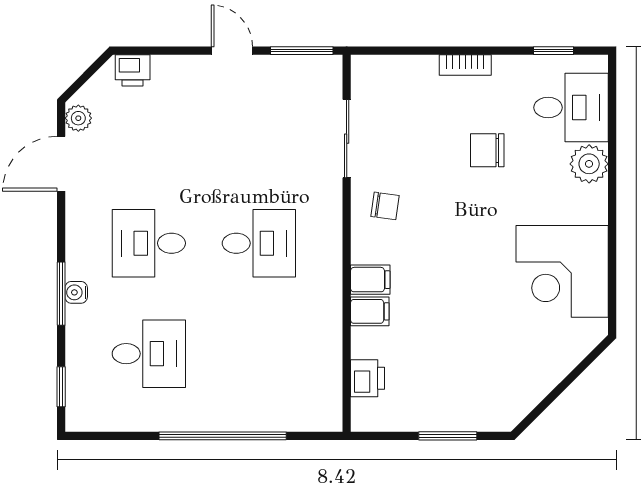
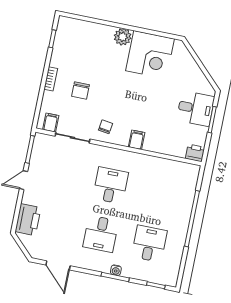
printer: (133, 70) -> (28, 220), width x1.87, depth x1.48
desk: (571, 108) -> (196, 109), moved, turned 90
plant: (78, 118) -> (39, 254), removed
chair: (487, 150) -> (81, 90), moved
plant: (589, 164) -> (123, 37), moved
filing cabinet: (370, 311) -> (51, 123), moved
printer: (368, 378) -> (195, 153), moved

